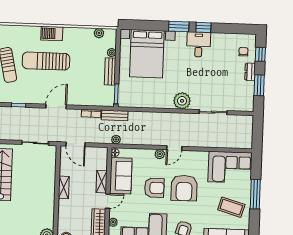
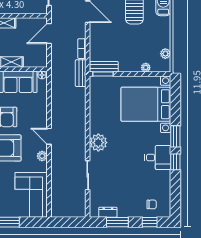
bench: (110, 71) -> (104, 67), moved
dresser: (250, 72) -> (108, 212), moved
plant: (116, 140) -> (56, 75), removed
plant: (160, 154) -> (42, 156), moved

